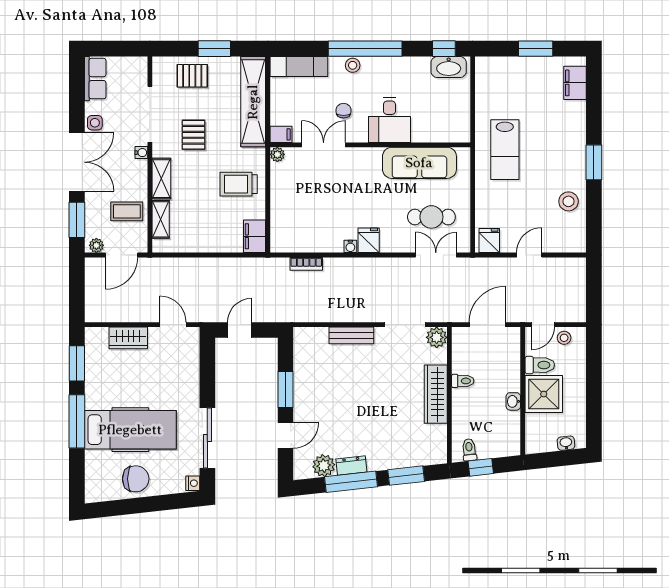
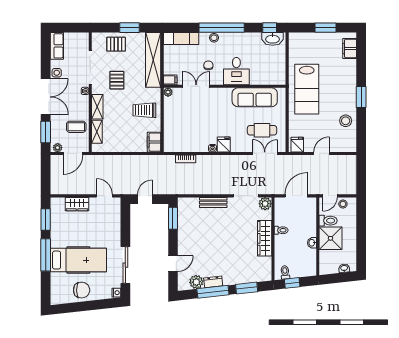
lab bench: (505, 150) -> (307, 89), width x1.36, depth x1.39
window: (286, 389) -> (173, 218), moved

